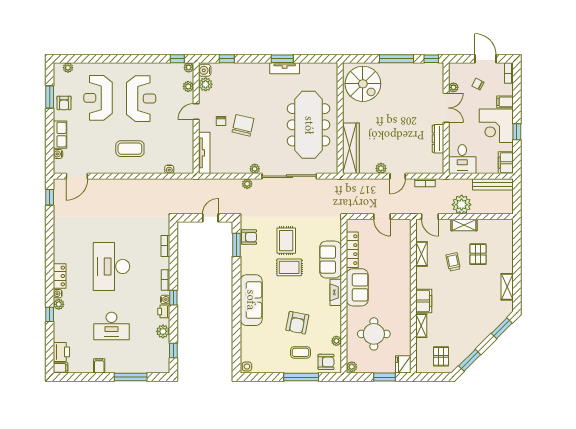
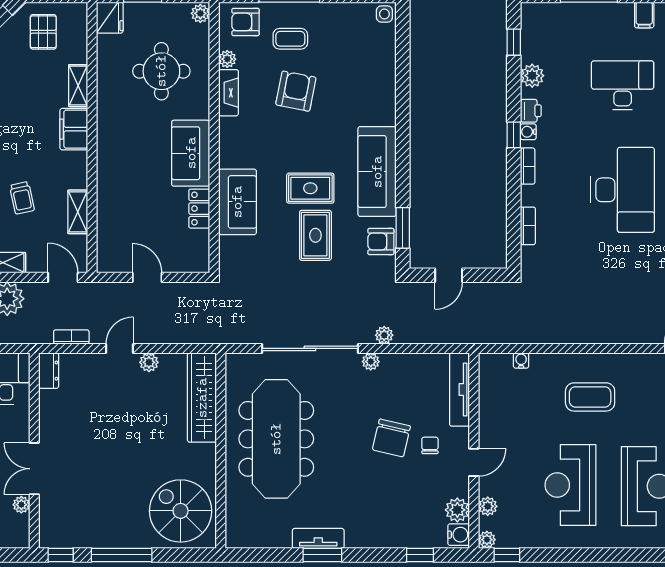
dresser: (438, 139) -> (49, 371), moved, width x0.70
locker: (352, 250) -> (199, 209), width x0.66
fireplace: (336, 292) -> (228, 93), moved
sofa: (251, 300) -> (377, 172), moved

